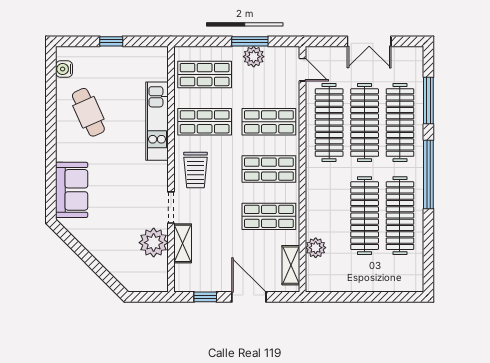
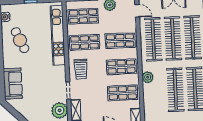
kitchen unit: (157, 121) -> (58, 35), width x1.36
plant: (316, 248) -> (148, 77), moved

